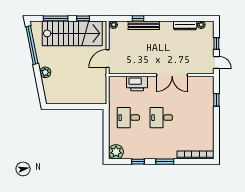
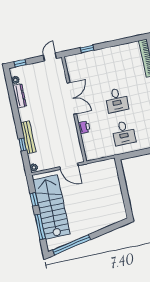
window: (216, 43) -> (20, 63), moved
plant: (45, 72) -> (96, 226), removed
printer: (137, 83) -> (84, 127), width x0.53, depth x0.68

